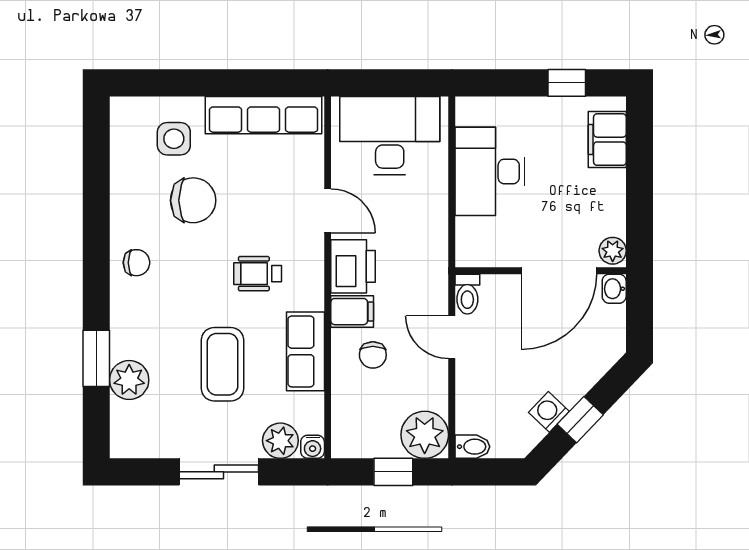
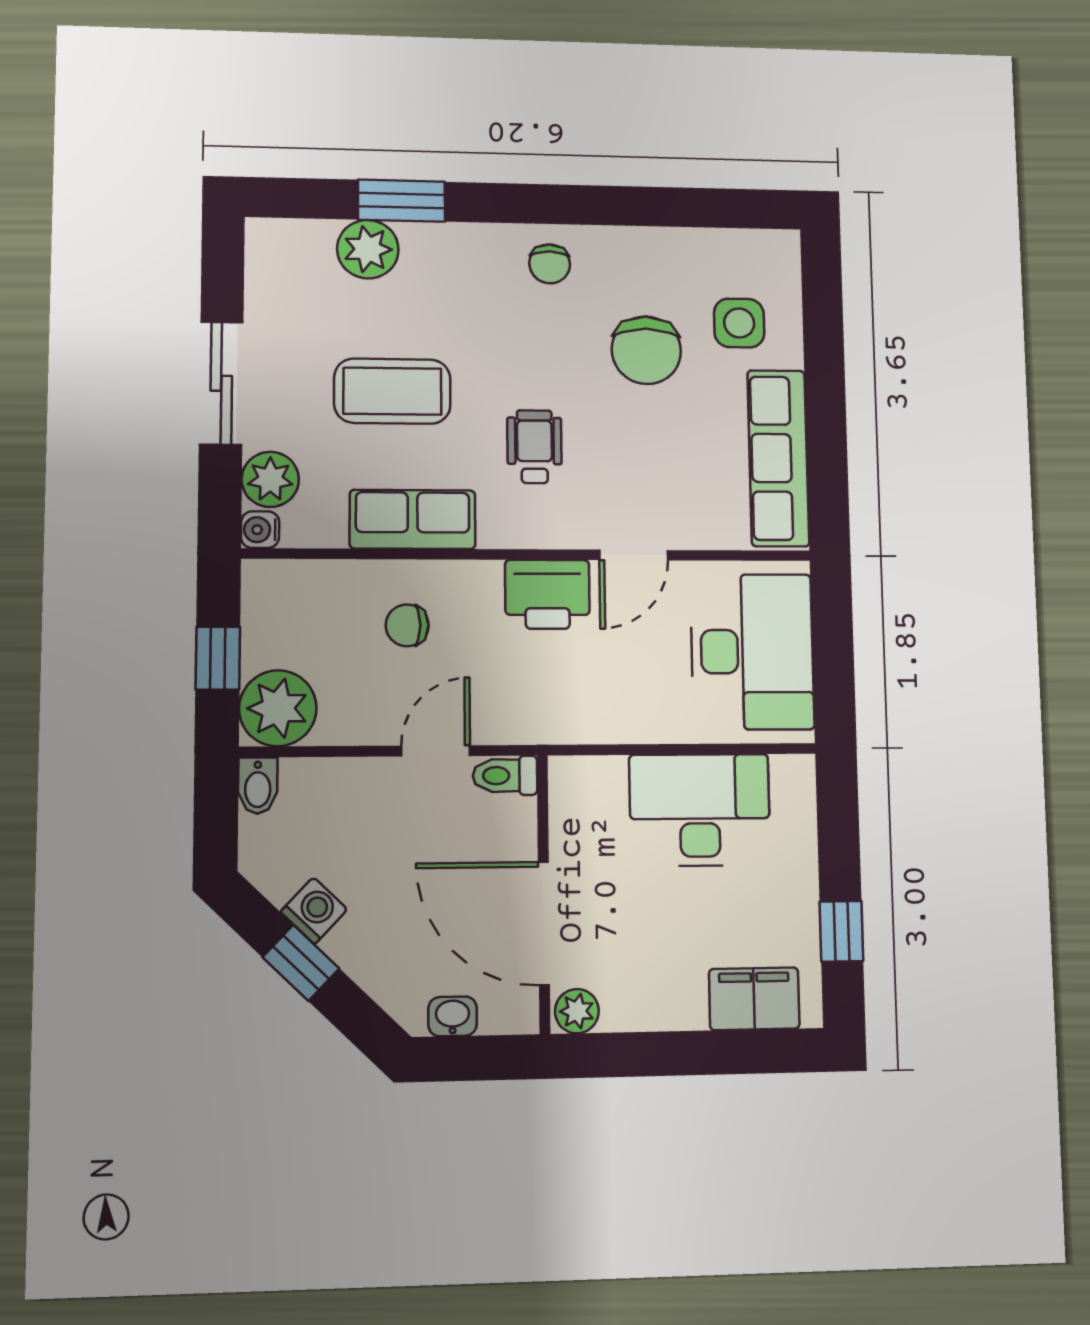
washbasin: (614, 289) -> (453, 1016), moved
filing cabinet: (352, 312) -> (476, 593), removed

